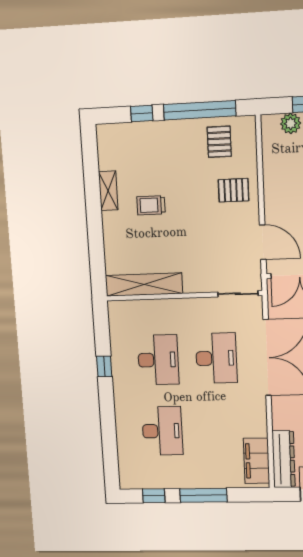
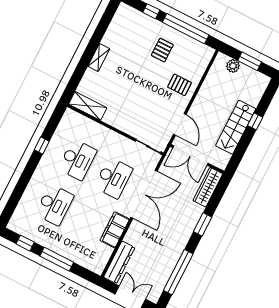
pallet: (219, 142) -> (162, 50), moved
shelving: (108, 191) -> (99, 57), moved
trolley: (151, 205) -> (126, 66), removed
shelving: (144, 284) -> (88, 106), width x0.68
filing cabinet: (256, 461) -> (115, 230), moved

